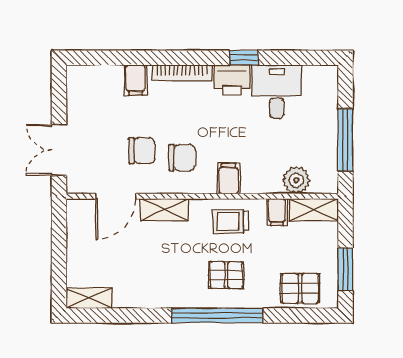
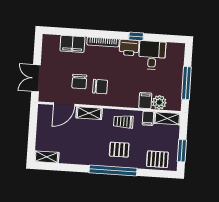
filing cabinet: (135, 80) -> (72, 44), width x2.00
chair: (142, 151) -> (79, 81), turned 90
filing cabinet: (229, 179) -> (145, 101), moved

